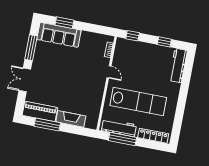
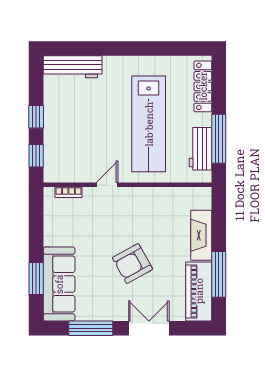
window: (164, 42) -> (36, 117), moved
armchair: (62, 78) -> (133, 264), added
double door: (25, 80) -> (149, 328), swing flipped
lab bench: (138, 102) -> (149, 124), turned 180
workbench: (119, 128) -> (201, 149), width x0.73

